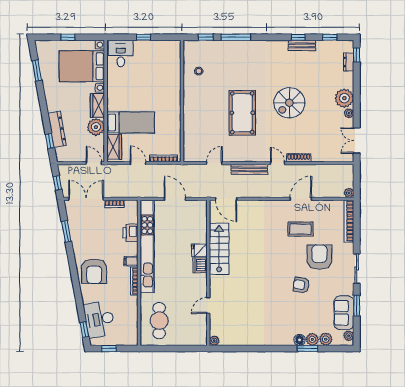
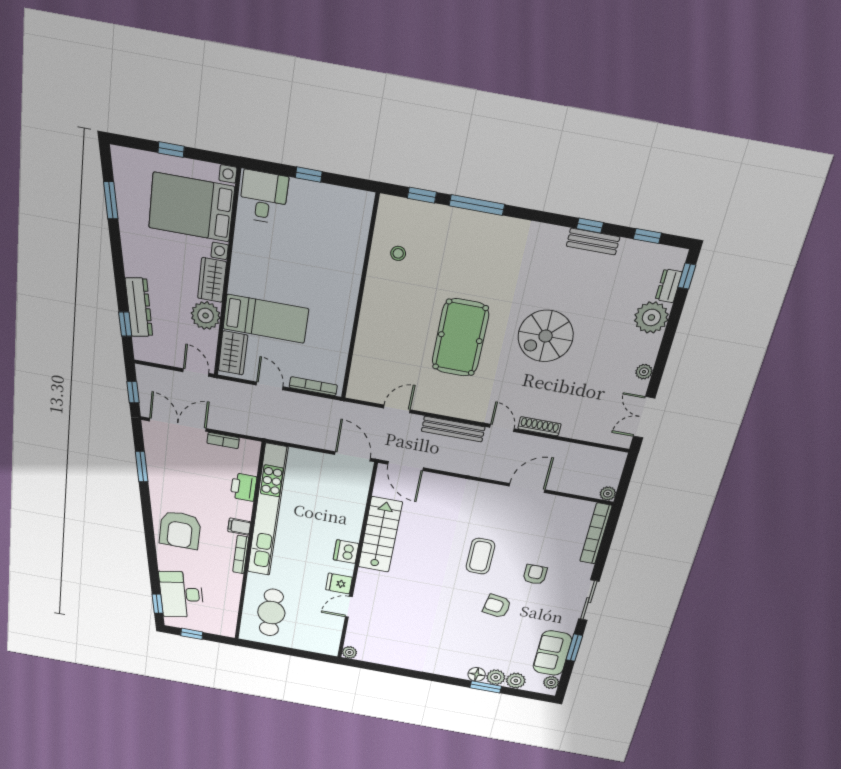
plant: (344, 98) -> (651, 317), moved
door: (175, 199) -> (353, 456), moved
coffee table: (300, 229) -> (480, 556), moved, turned 90
fridge: (199, 250) -> (339, 583), moved
armchair: (319, 257) -> (535, 574), width x0.53, depth x0.53

